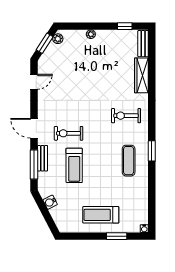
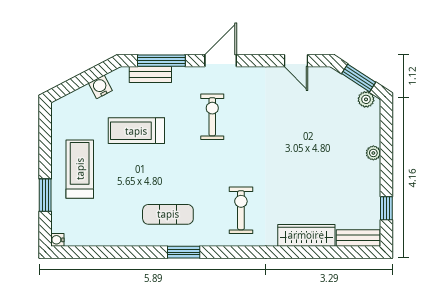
bench: (43, 158) -> (150, 74), moved
treadmill: (74, 165) -> (136, 131), moved

